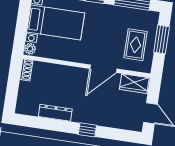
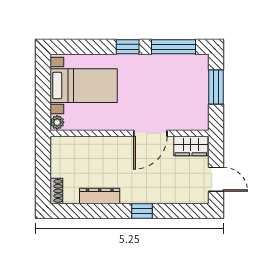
rug: (135, 45) -> (185, 98), removed
shoe rack: (26, 70) -> (56, 191), moved

